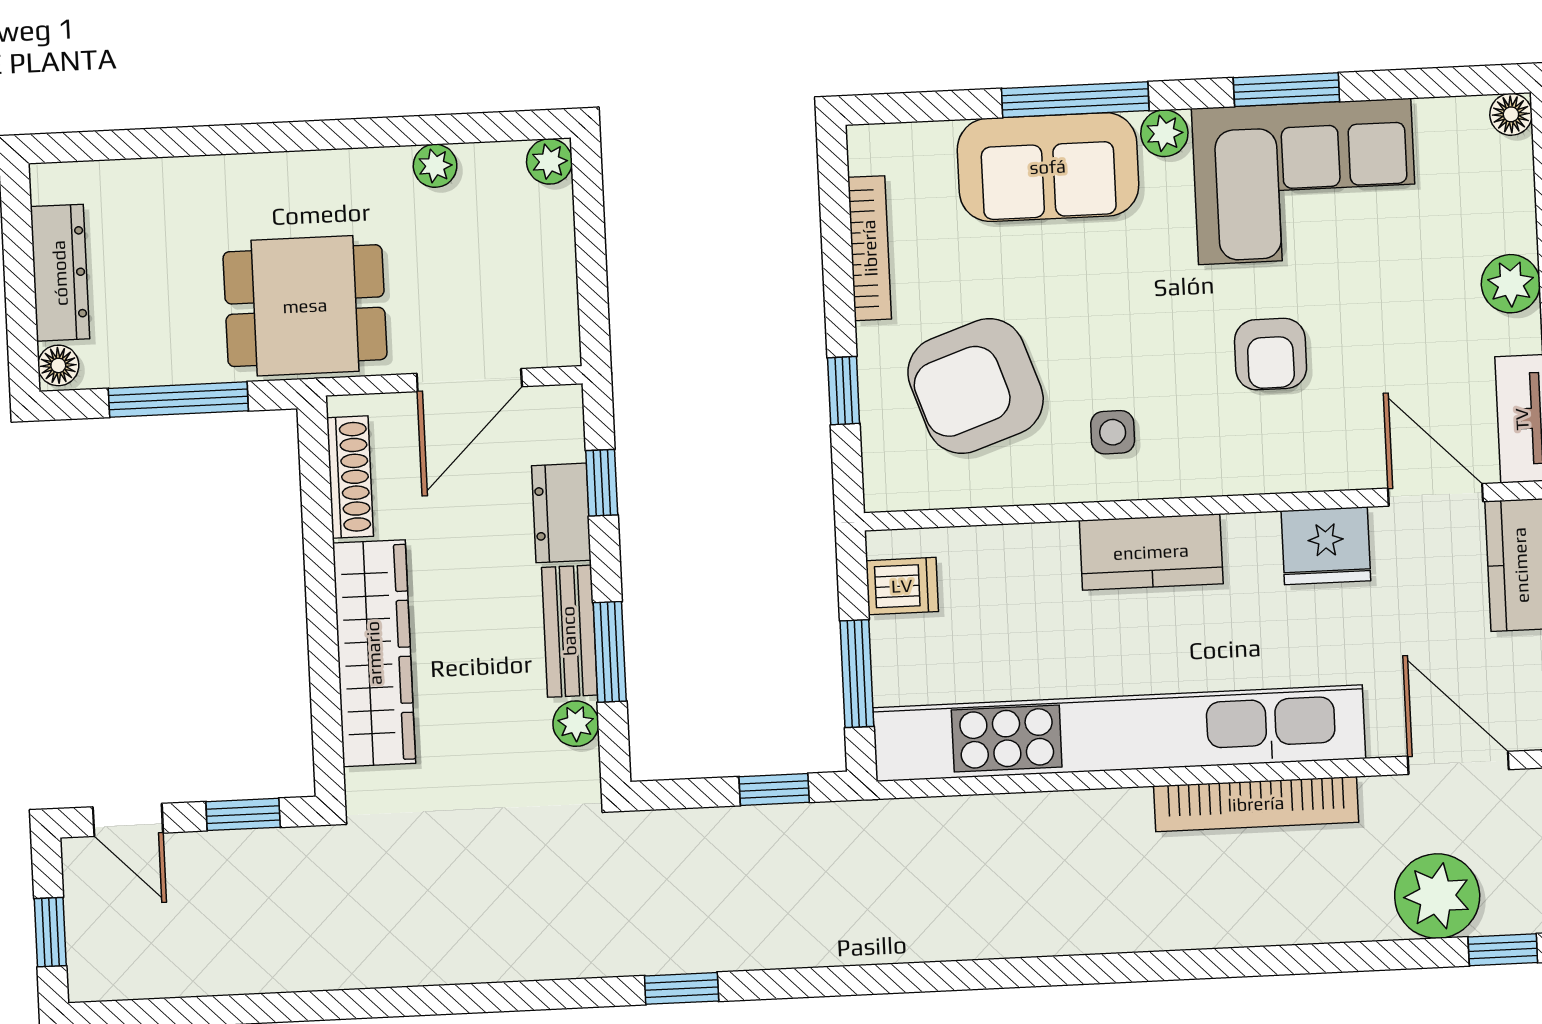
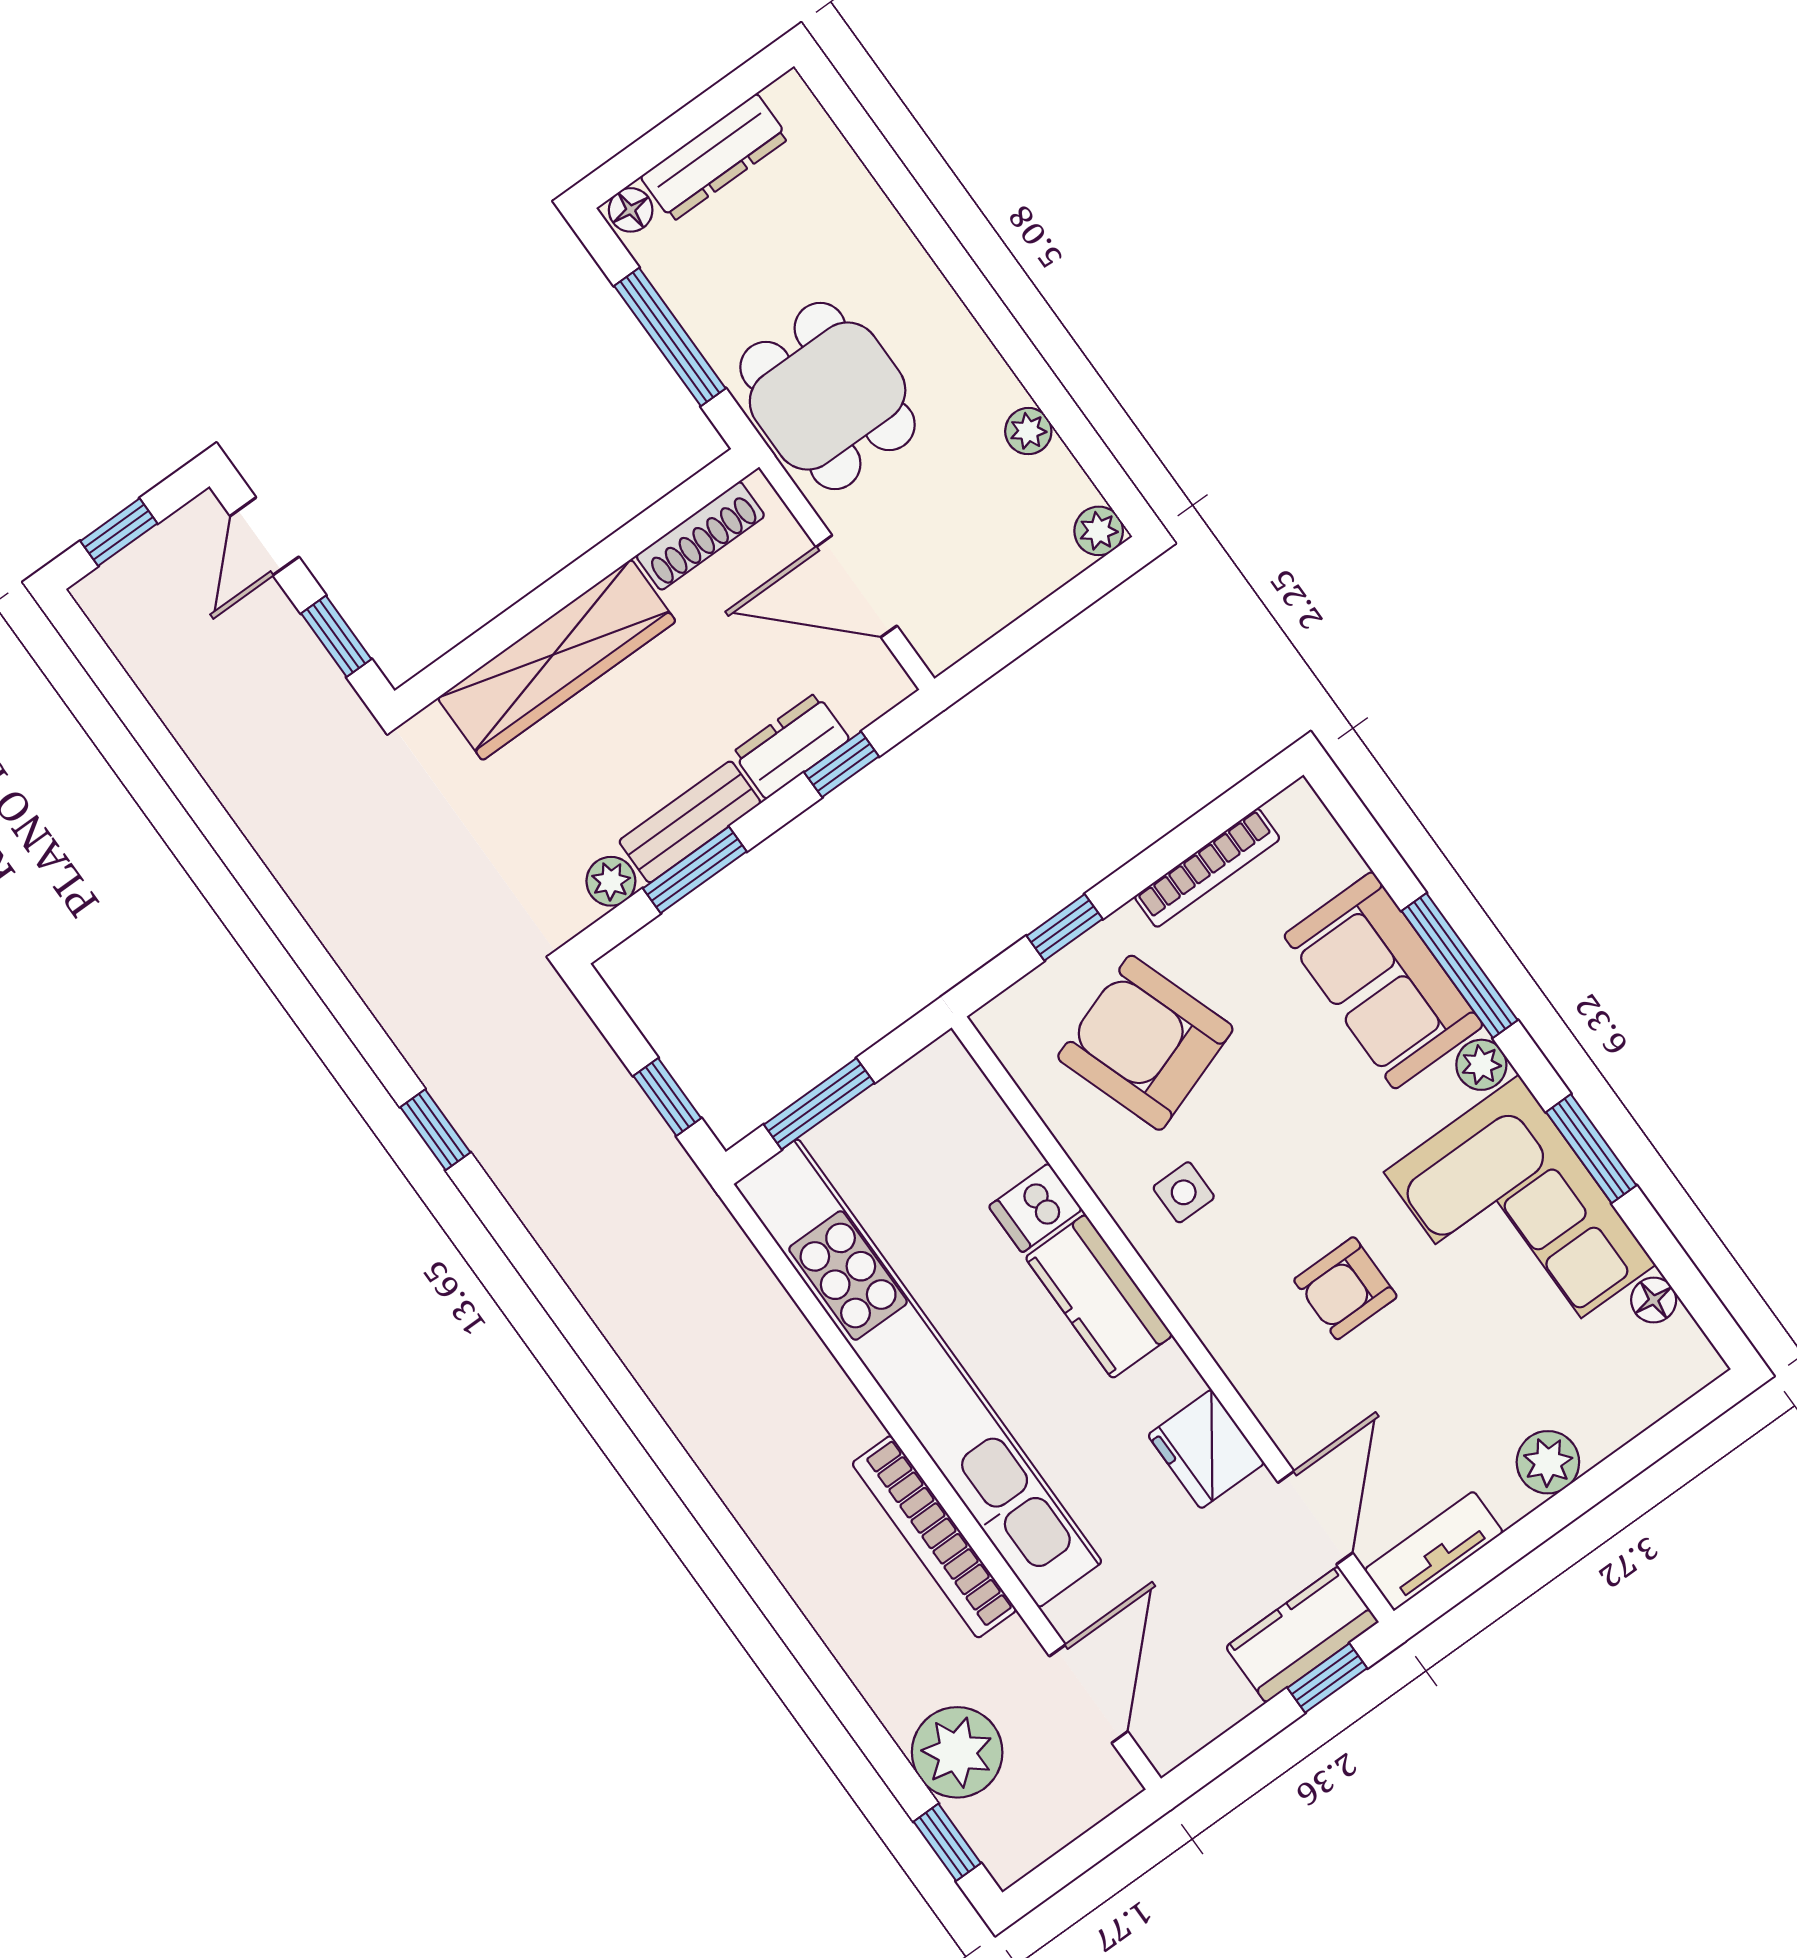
floor lamp: (1511, 114) -> (1654, 1300), moved
dishwasher: (902, 586) -> (1035, 1208), moved, turned 90

